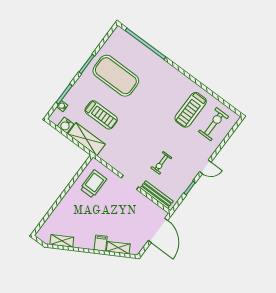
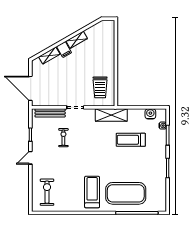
exercise mat: (116, 76) -> (126, 193), moved
treadmill: (191, 110) -> (92, 192), moved
exercise bike: (214, 124) -> (47, 192), turned 180
shelving: (86, 139) -> (111, 115), moved
shelving: (62, 241) -> (77, 40), moved

